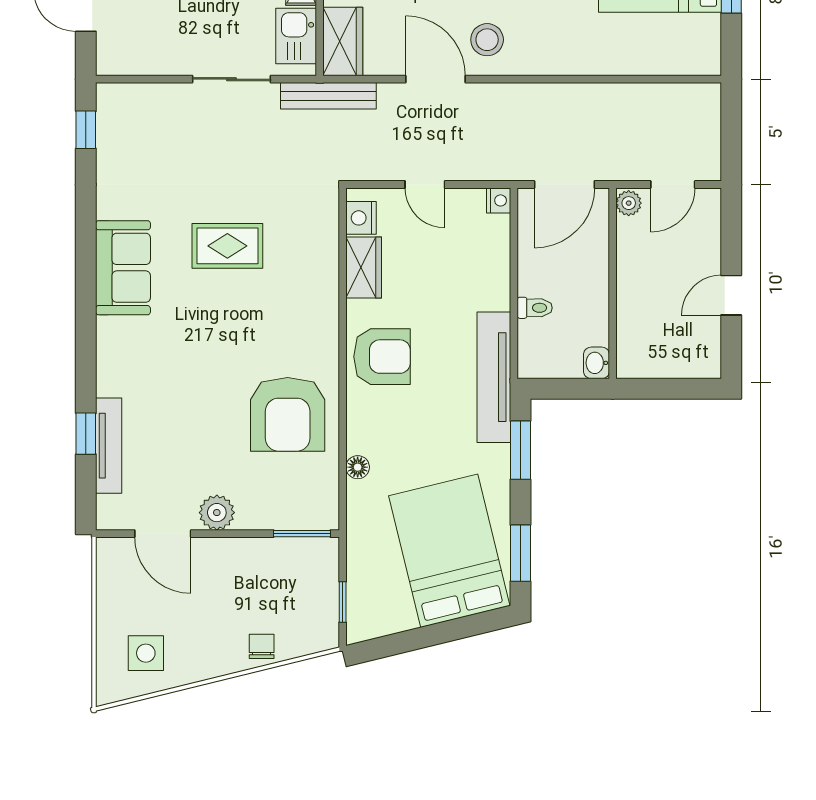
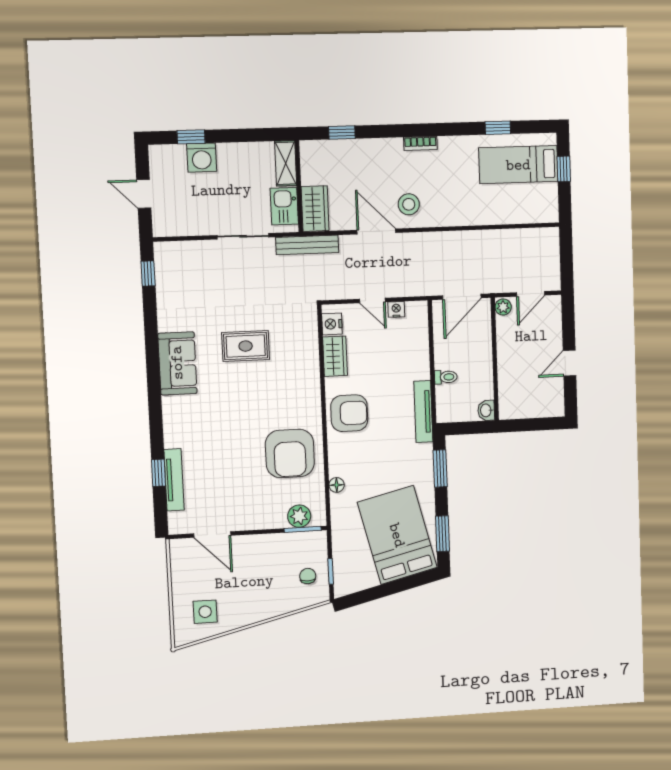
nightstand: (499, 200) -> (396, 309), moved, turned -90
tv unit: (494, 377) -> (423, 412), width x0.73, depth x0.78
plant: (217, 513) -> (299, 516), moved
chair: (262, 646) -> (308, 576), moved

